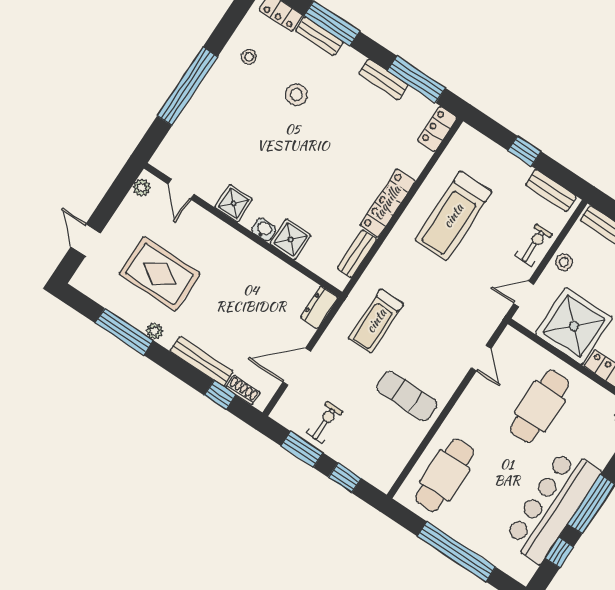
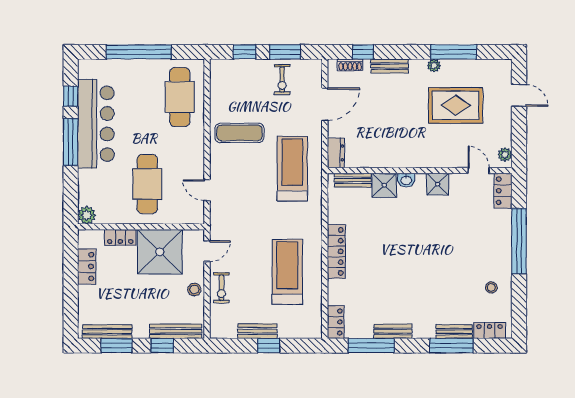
stool: (296, 95) -> (444, 283), removed
locker: (169, 151) -> (503, 191), added
bench: (551, 190) -> (257, 331), moved
bench: (357, 254) -> (353, 180), moved, turned 90
treadmill: (376, 321) -> (292, 169), width x1.37, depth x1.38
bench: (202, 361) -> (390, 66), width x0.73

